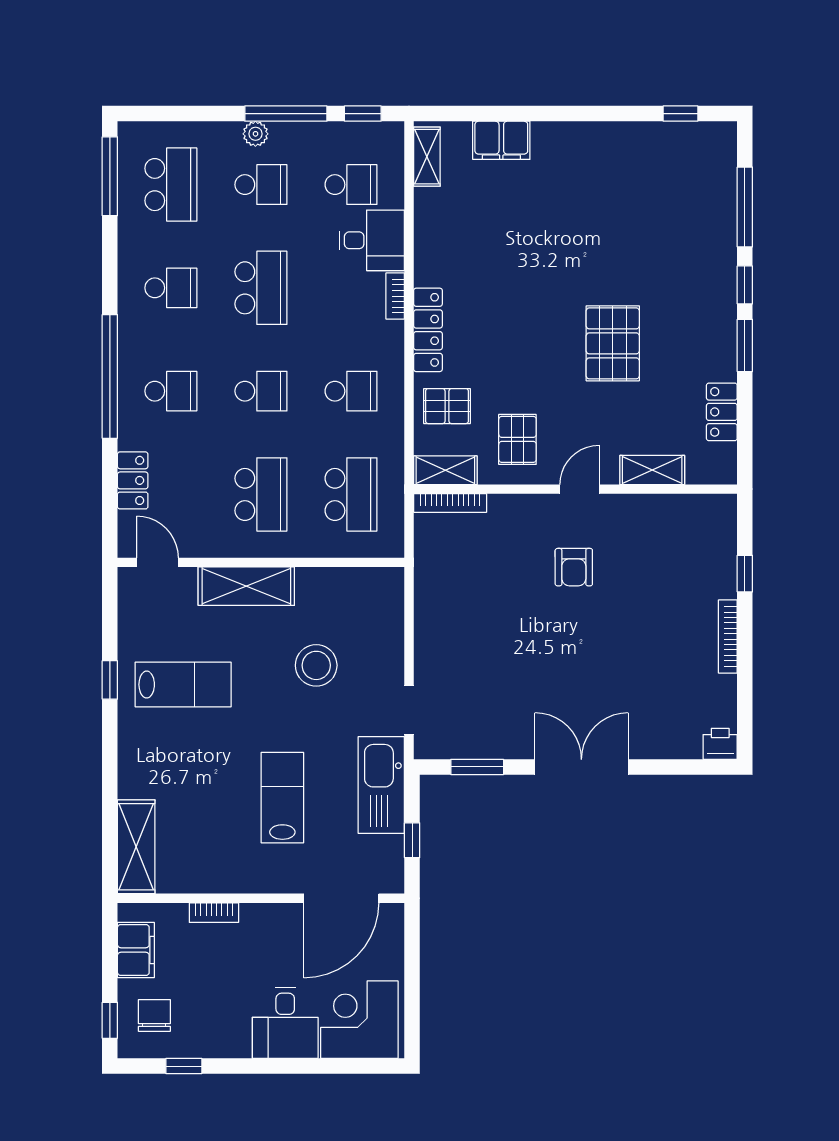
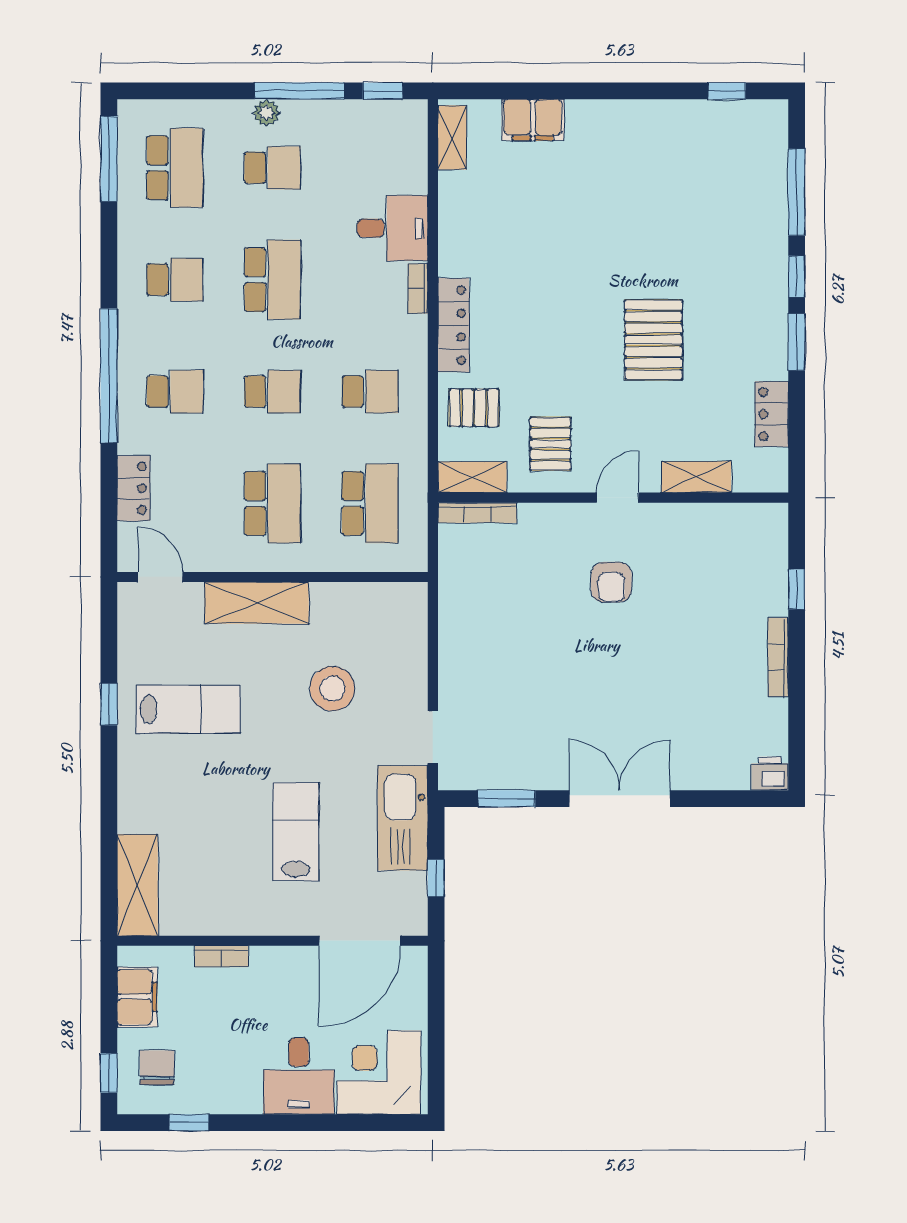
school desk: (351, 185) -> (370, 168), removed

